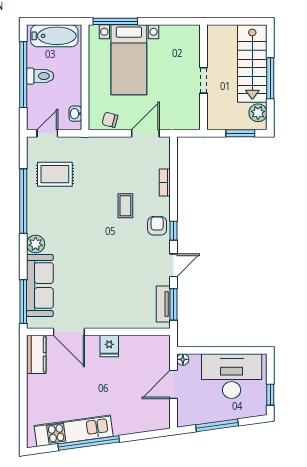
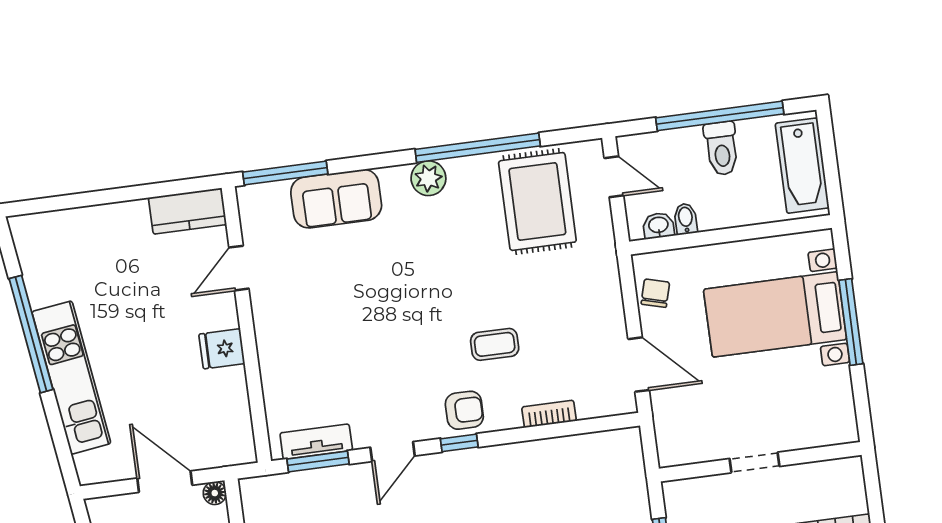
window: (115, 21) -> (851, 322), moved
bidet: (74, 99) -> (686, 219), added
rug: (55, 174) -> (537, 201), width x1.36, depth x1.43
plant: (36, 244) -> (428, 178), moved
door: (173, 265) -> (393, 452), hinge flipped
sofa: (40, 286) -> (336, 199), width x0.73
door: (69, 332) -> (239, 268), width x0.73
kitchen unit: (74, 431) -> (71, 378), moved

